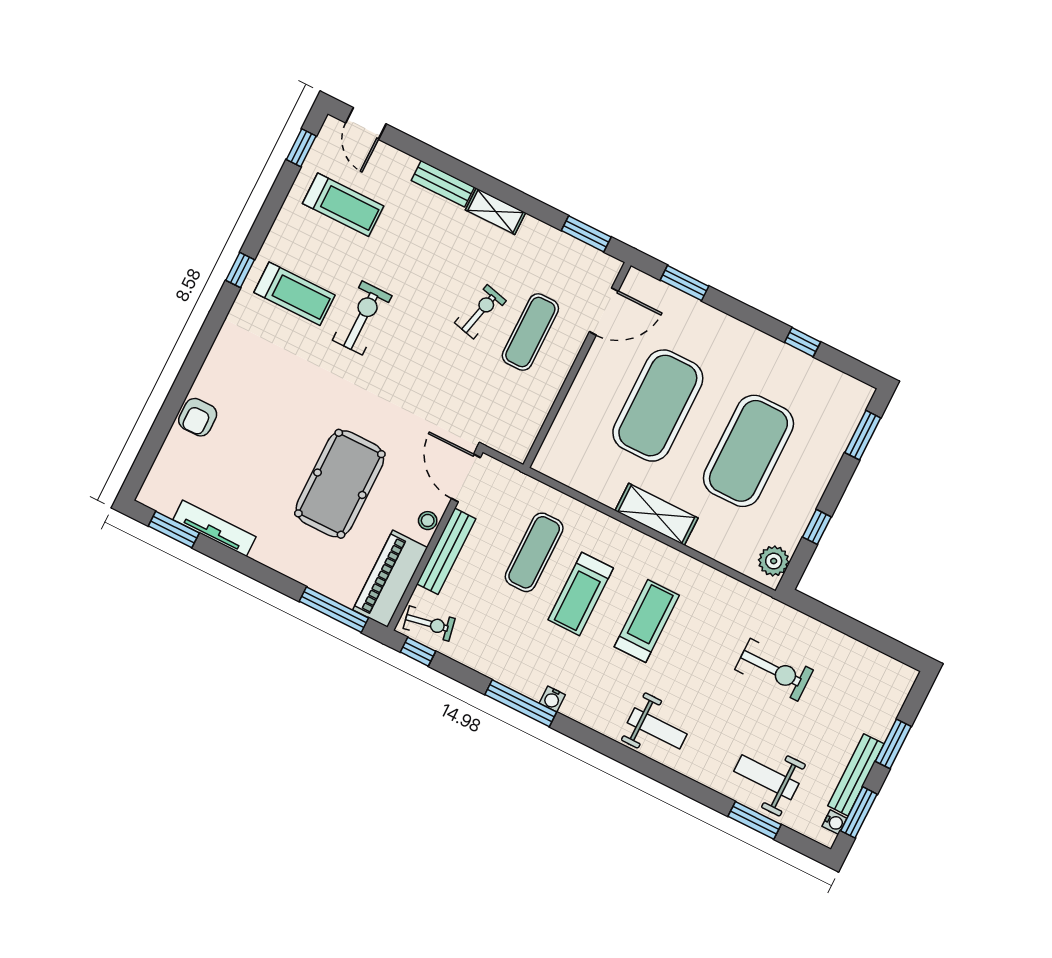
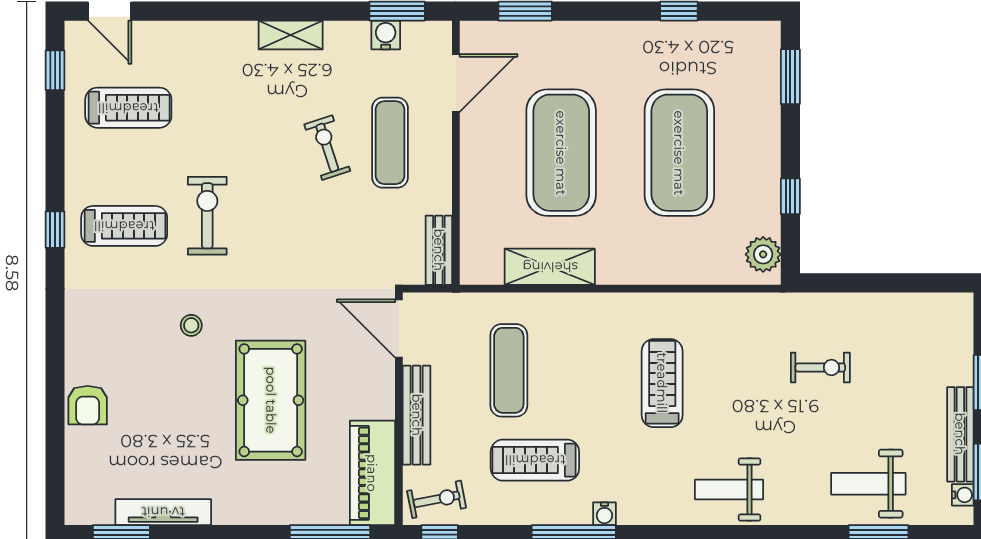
bench: (443, 184) -> (439, 250), moved, turned 90
water cooler: (568, 248) -> (386, 35), added
exercise bike: (480, 312) -> (327, 148), turned -32
shelving: (656, 514) -> (550, 267), moved
stool: (428, 521) -> (191, 325), moved
treadmill: (581, 594) -> (535, 460), moved, turned 90
exercise bike: (774, 670) -> (820, 367), width x0.73, depth x0.72
weight bench: (657, 728) -> (729, 489), turned 180

